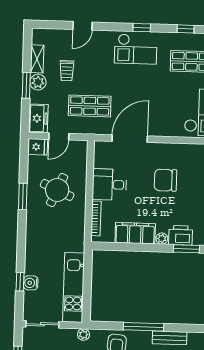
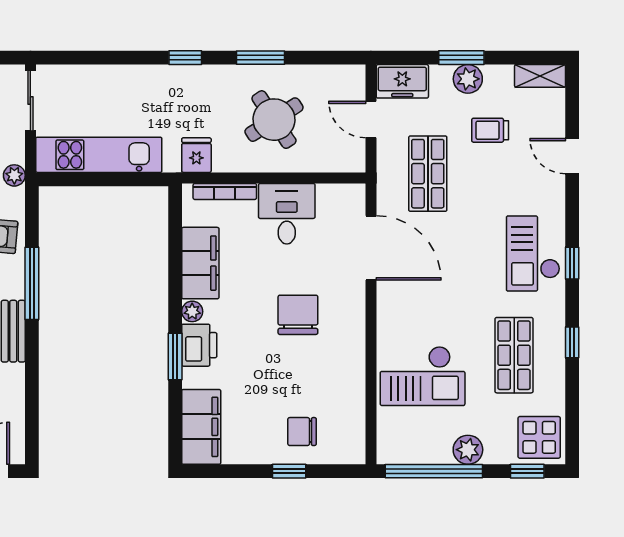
shelving: (37, 59) -> (540, 76), moved
fridge: (38, 147) -> (196, 155), moved, turned 180
round table: (57, 190) -> (274, 120), turned 33
window: (20, 282) -> (185, 58), moved
water cooler: (31, 283) -> (105, 77), removed

